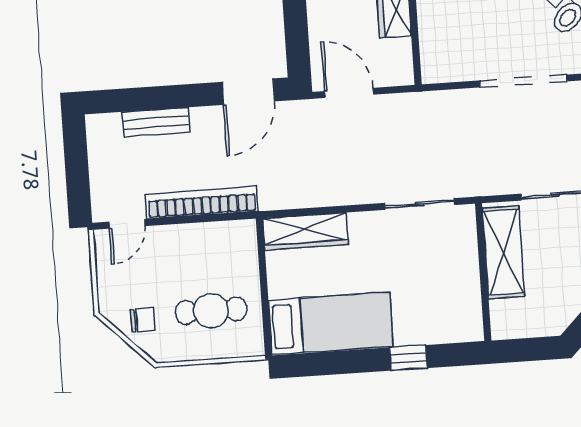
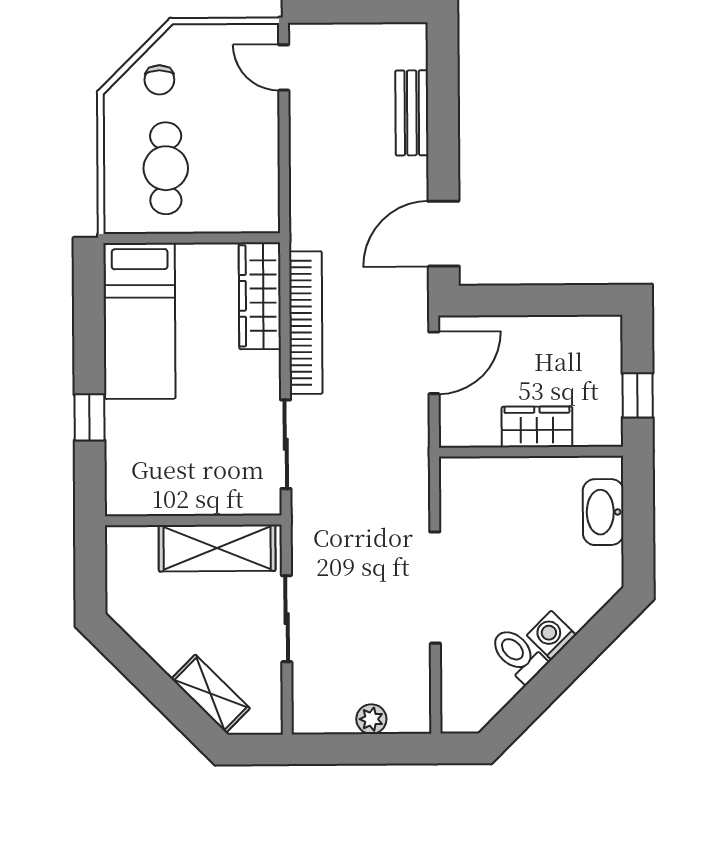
door: (248, 92) -> (444, 234), hinge flipped
bookcase: (202, 203) -> (306, 323), moved

